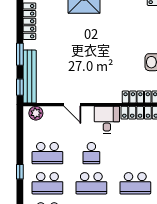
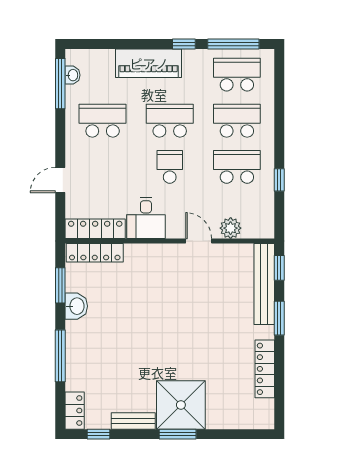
plant: (36, 113) -> (231, 228), moved
window: (20, 172) -> (279, 180), moved

